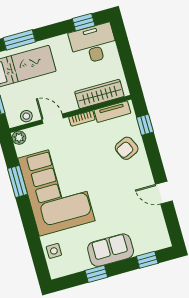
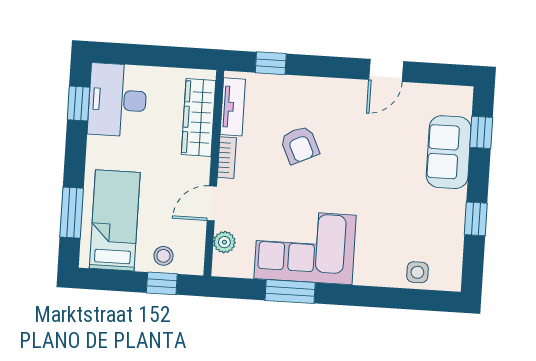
stool: (26, 116) -> (163, 256), moved
plant: (19, 138) -> (224, 242), moved
armchair: (127, 148) -> (300, 145), moved
corner sofa: (56, 190) -> (305, 247), width x0.73, depth x0.74
sofa: (111, 250) -> (449, 152), moved

